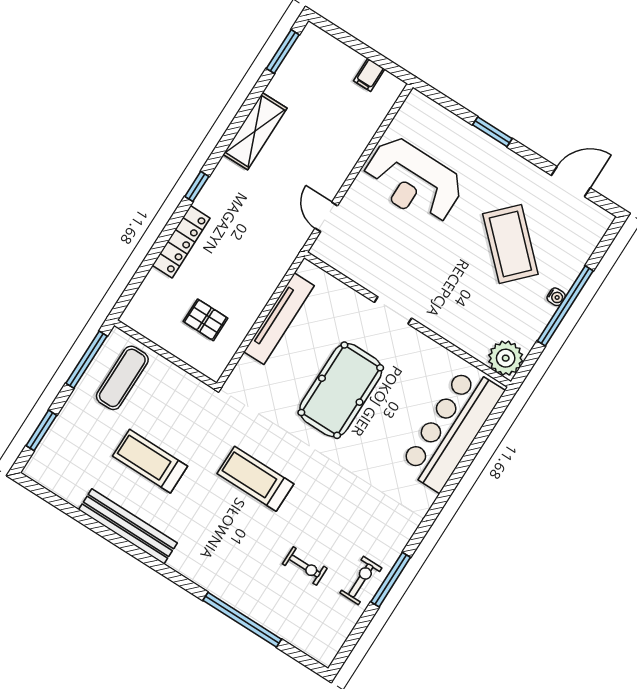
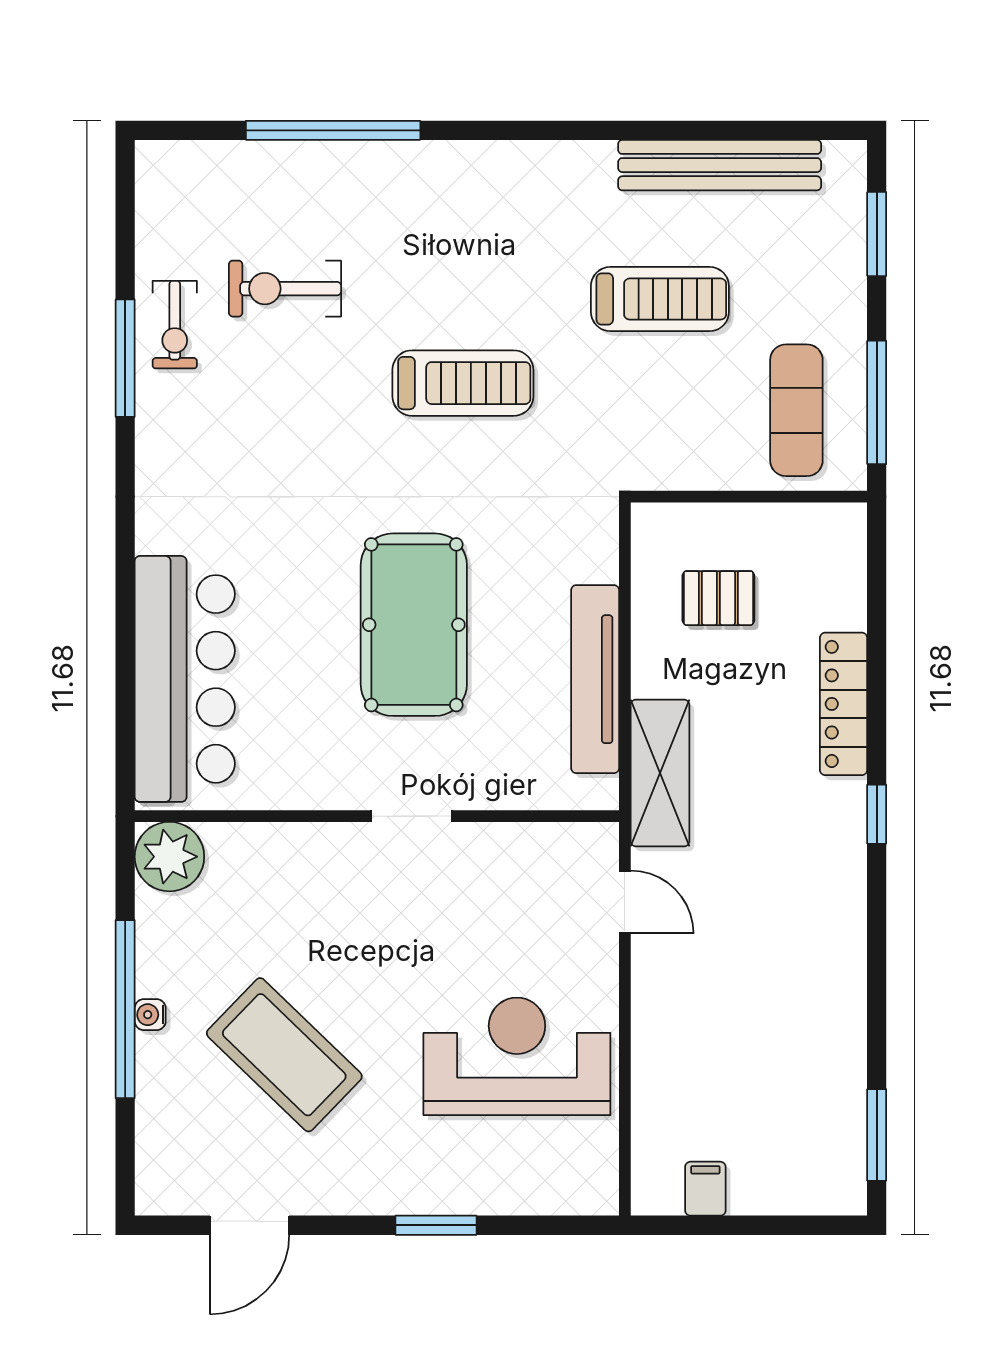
shelving: (255, 131) -> (660, 773), moved
bench: (128, 526) -> (720, 165), moved
exercise bike: (305, 566) -> (285, 289), width x1.38, depth x1.39

